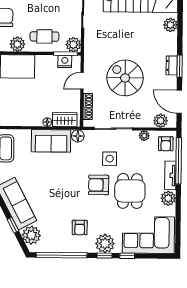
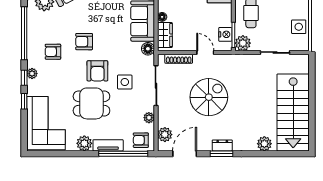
armchair: (99, 185) -> (97, 71), turned 180
armchair: (70, 197) -> (84, 42), added
plant: (105, 243) -> (32, 74), width x0.53, depth x0.53

